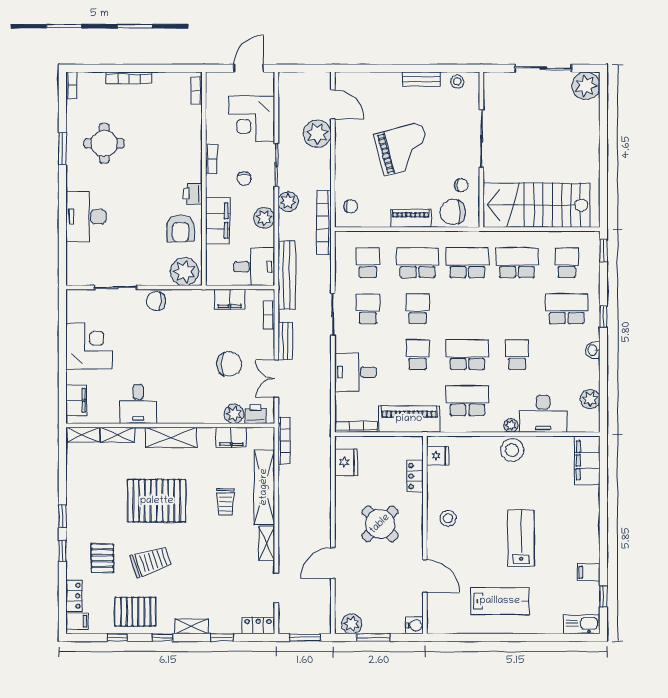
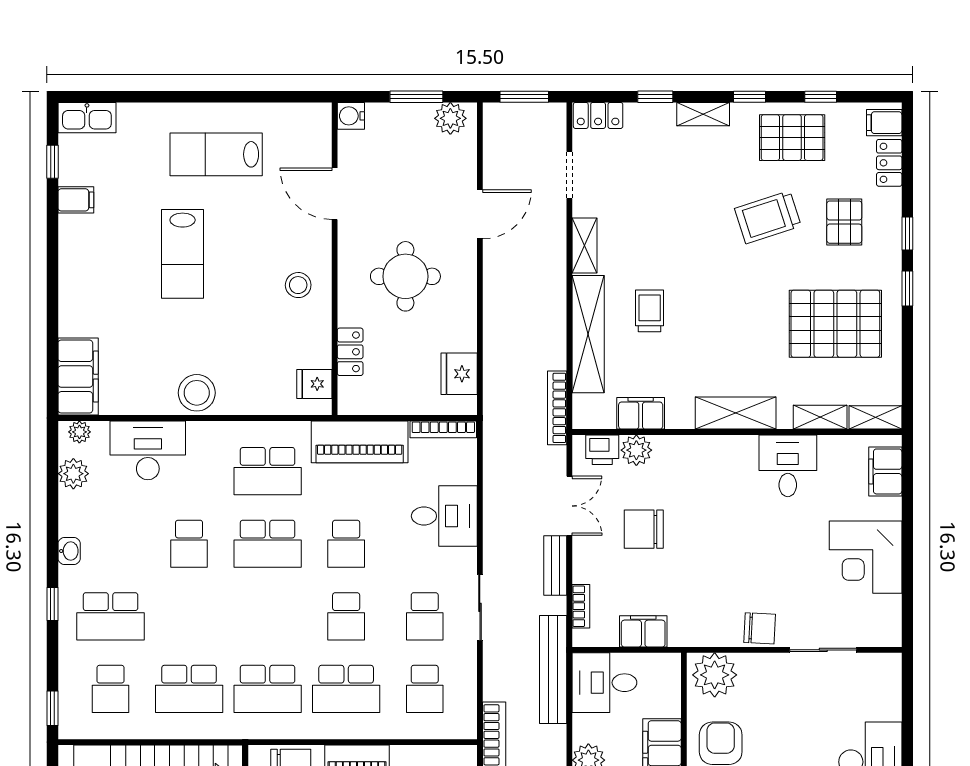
plant: (511, 425) -> (79, 432), moved
pallet: (157, 501) -> (835, 324), moved
round table: (380, 524) -> (405, 276), turned 45

